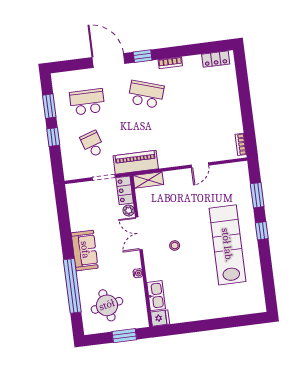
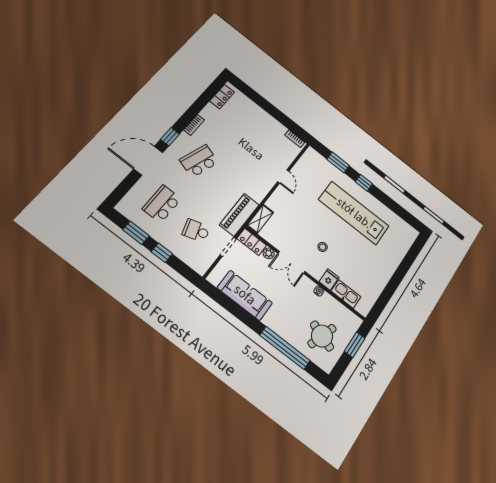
sofa: (85, 250) -> (245, 295), moved, width x1.36
round table: (107, 305) -> (322, 336), turned 31
fridge: (160, 318) -> (329, 280), moved

